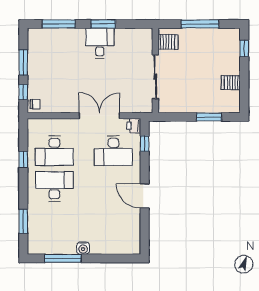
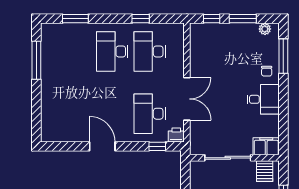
window: (103, 24) -> (283, 103), removed
filing cabinet: (144, 40) -> (266, 146), added
plant: (33, 42) -> (265, 29), added
chair: (35, 104) -> (267, 71), moved
desk: (54, 186) -> (112, 51), turned 180
door: (145, 196) -> (102, 146), hinge flipped
water cooler: (83, 248) -> (47, 82), removed

